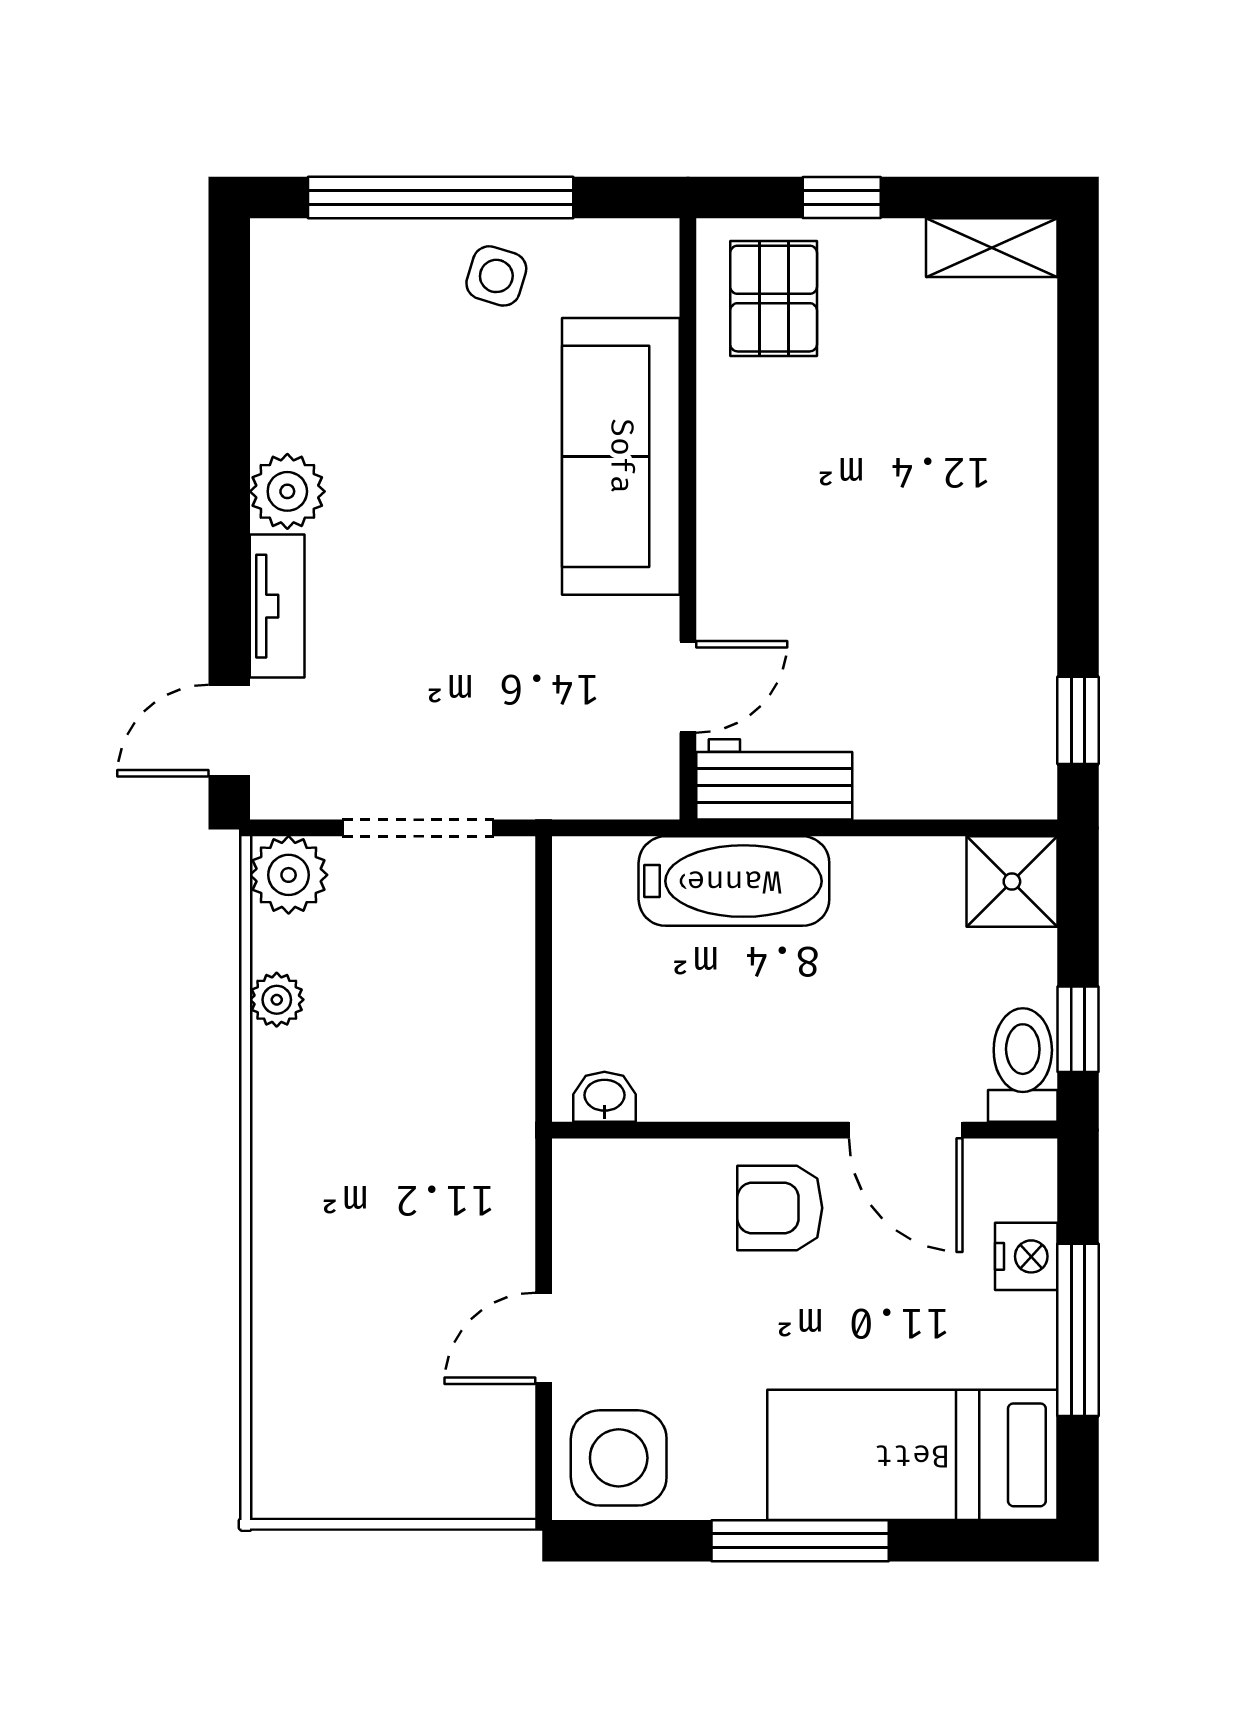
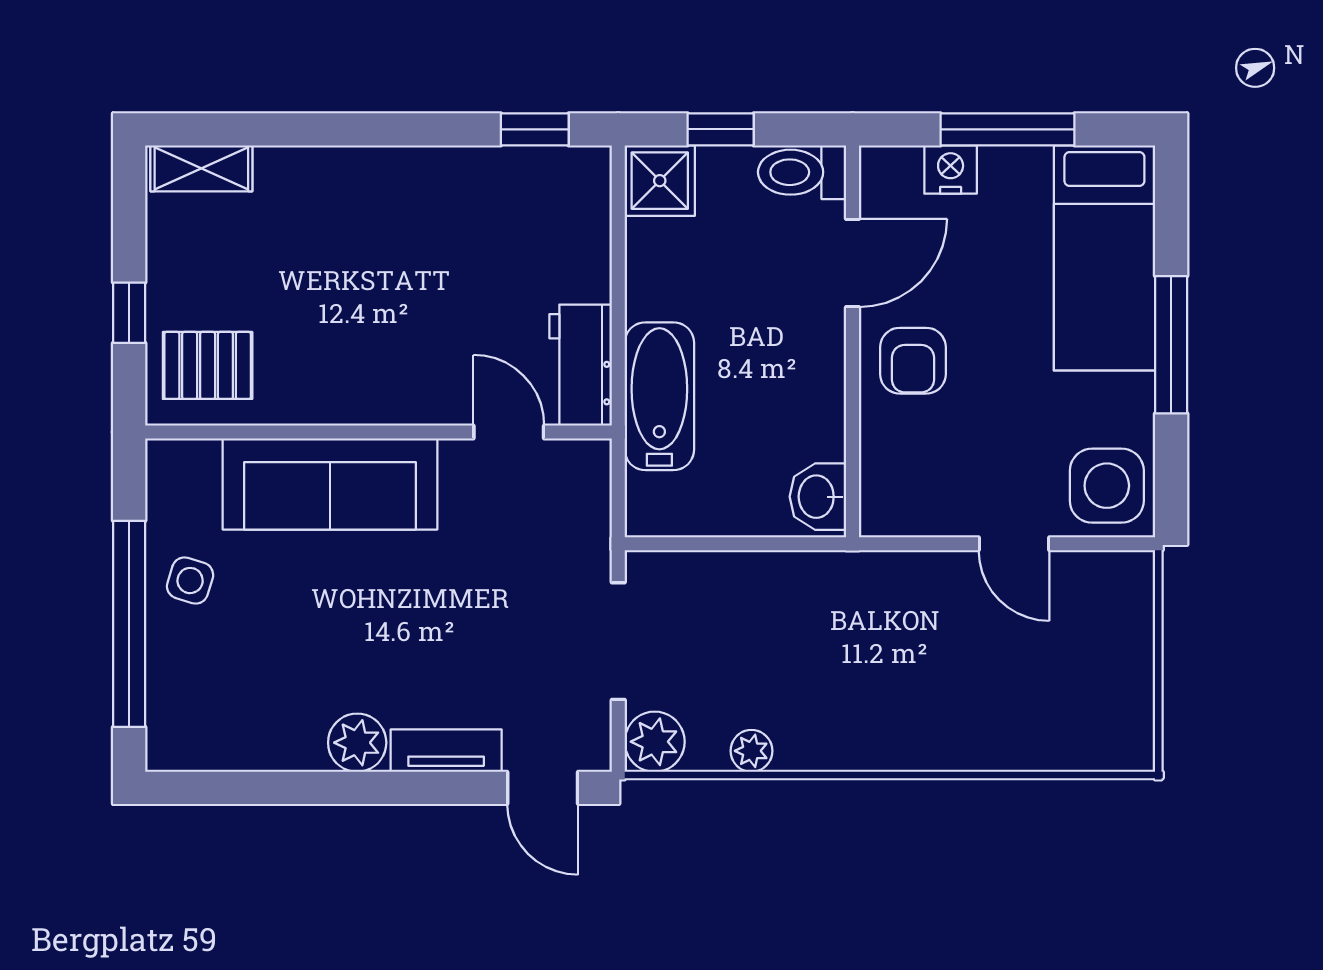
shelving: (992, 248) -> (201, 168), moved, turned 90
window: (1078, 1029) -> (721, 129), moved
washbasin: (604, 1097) -> (818, 497), width x1.38, depth x1.45

